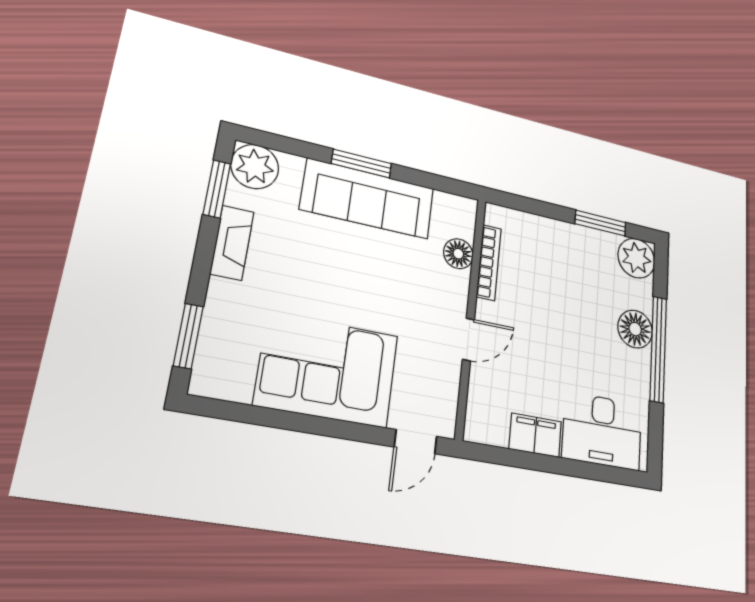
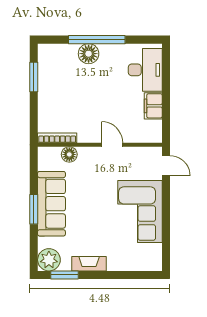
plant: (636, 258) -> (49, 55), removed
bookcase: (489, 263) -> (57, 138), moved
window: (188, 336) -> (136, 275), removed

